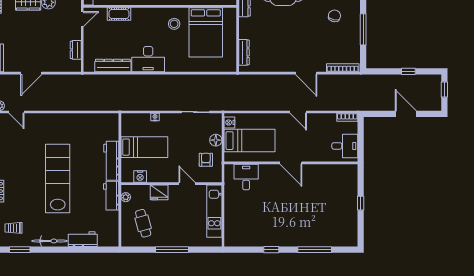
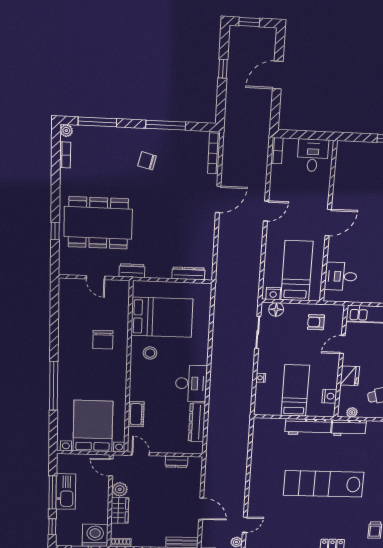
floor lamp: (216, 140) -> (276, 309), moved

